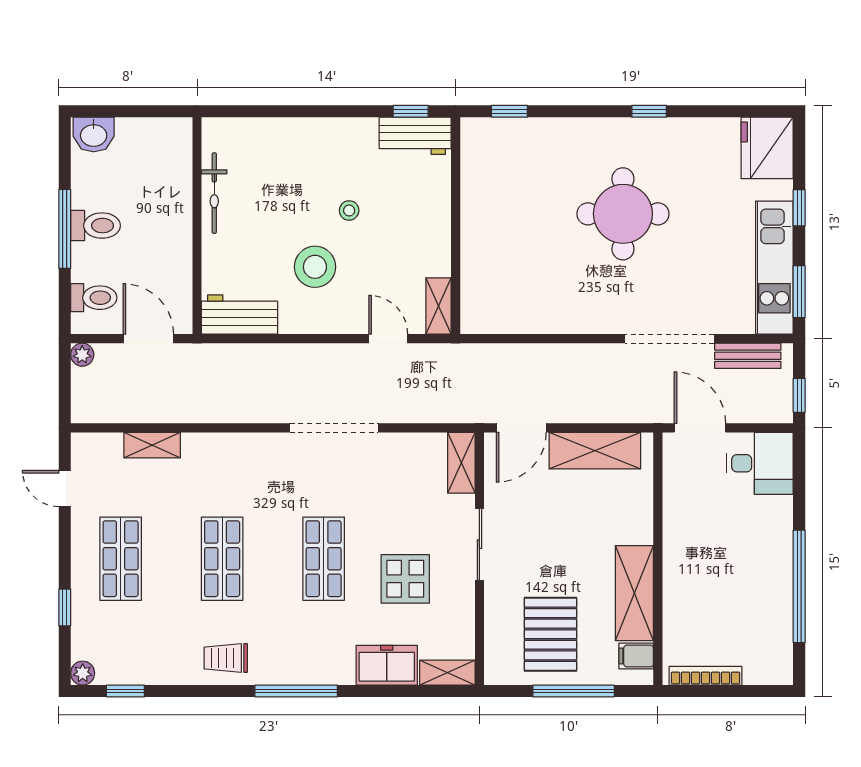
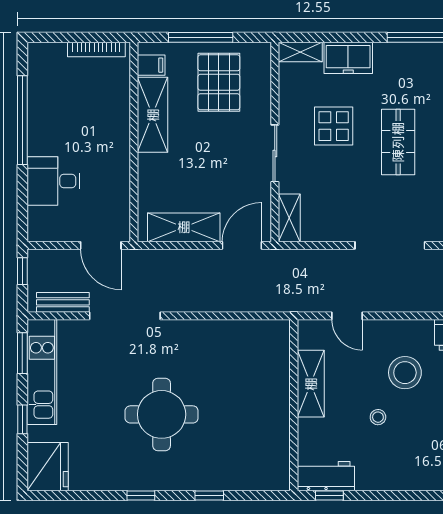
window: (509, 111) -> (209, 496), moved
shelving: (439, 306) -> (311, 384), moved, width x1.50, depth x1.33
desk: (760, 463) -> (53, 181), moved

